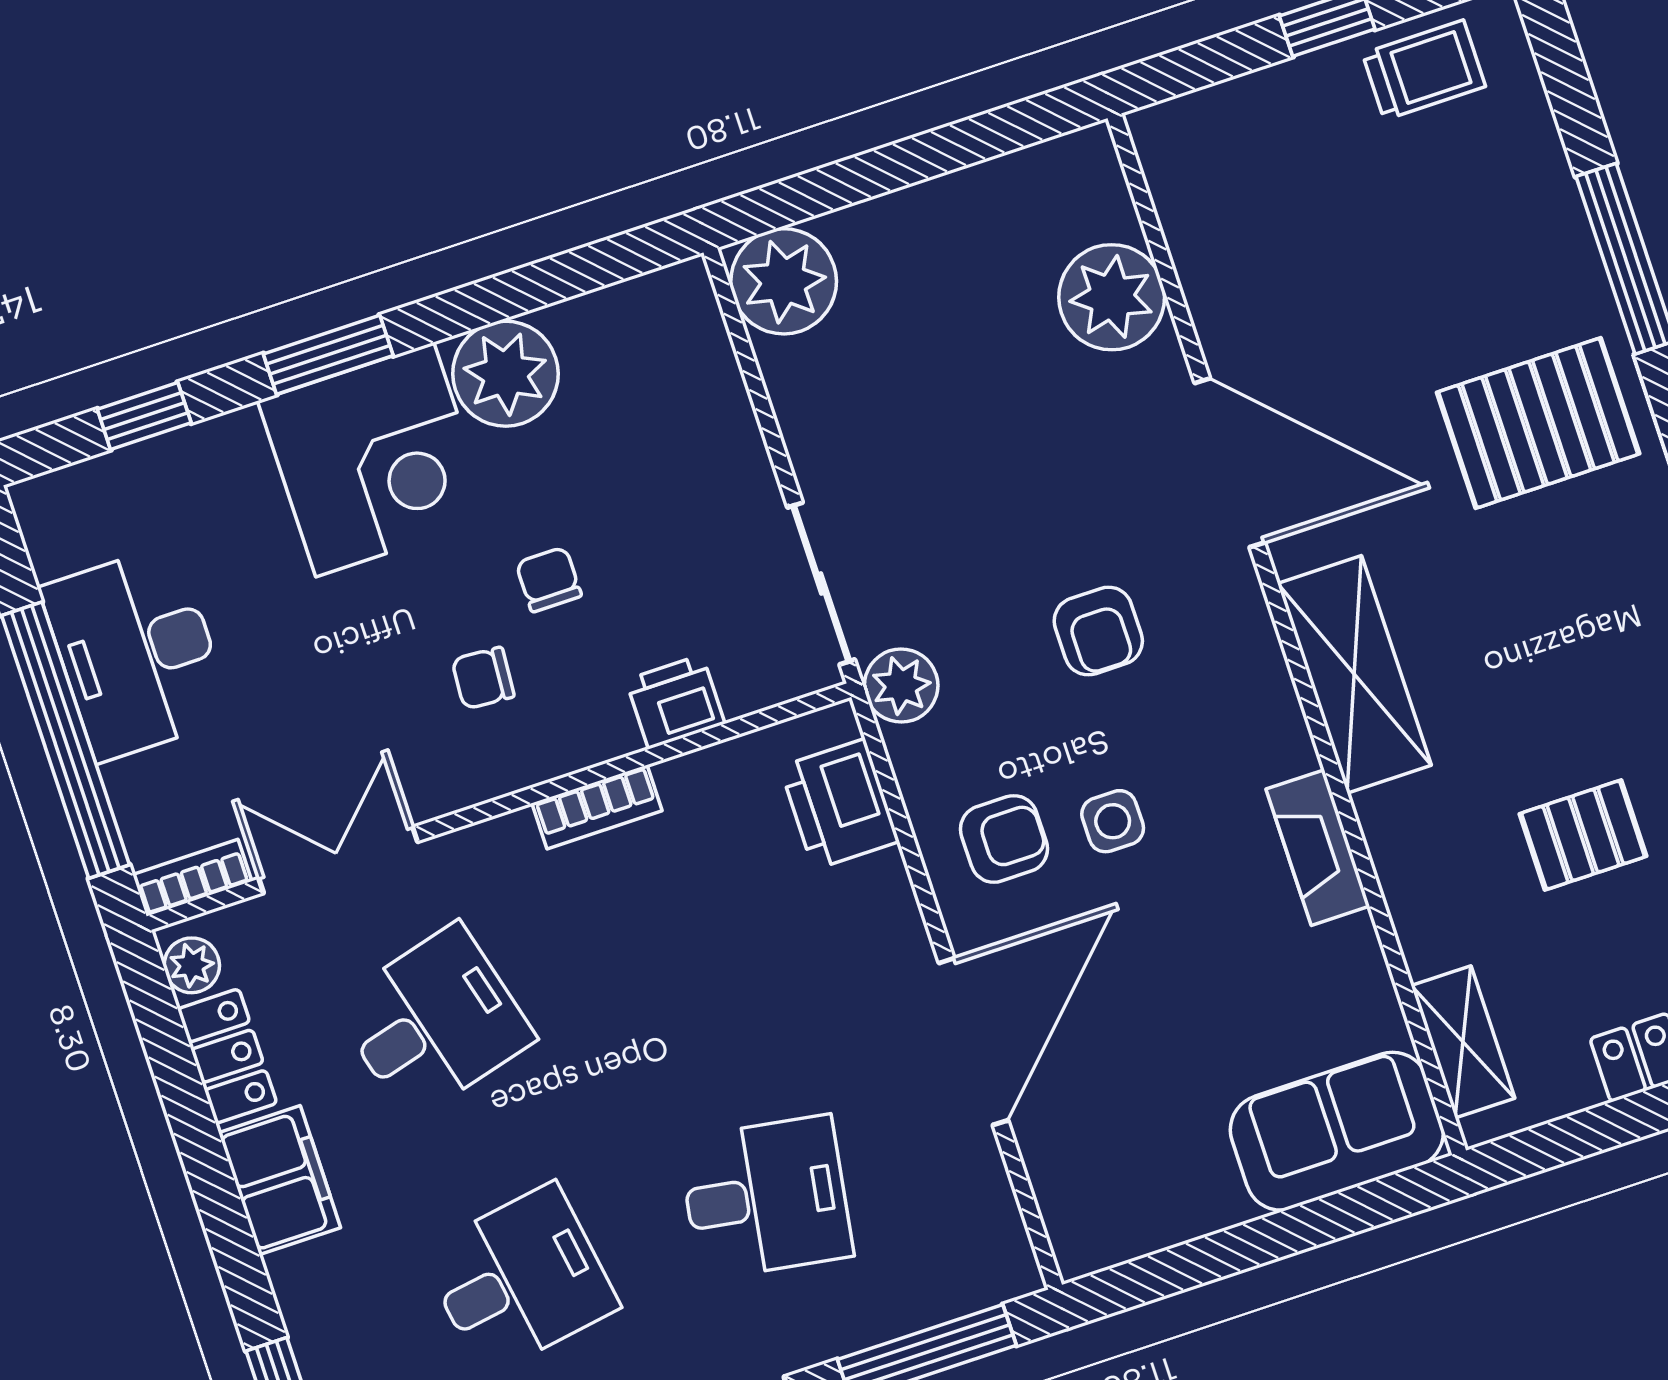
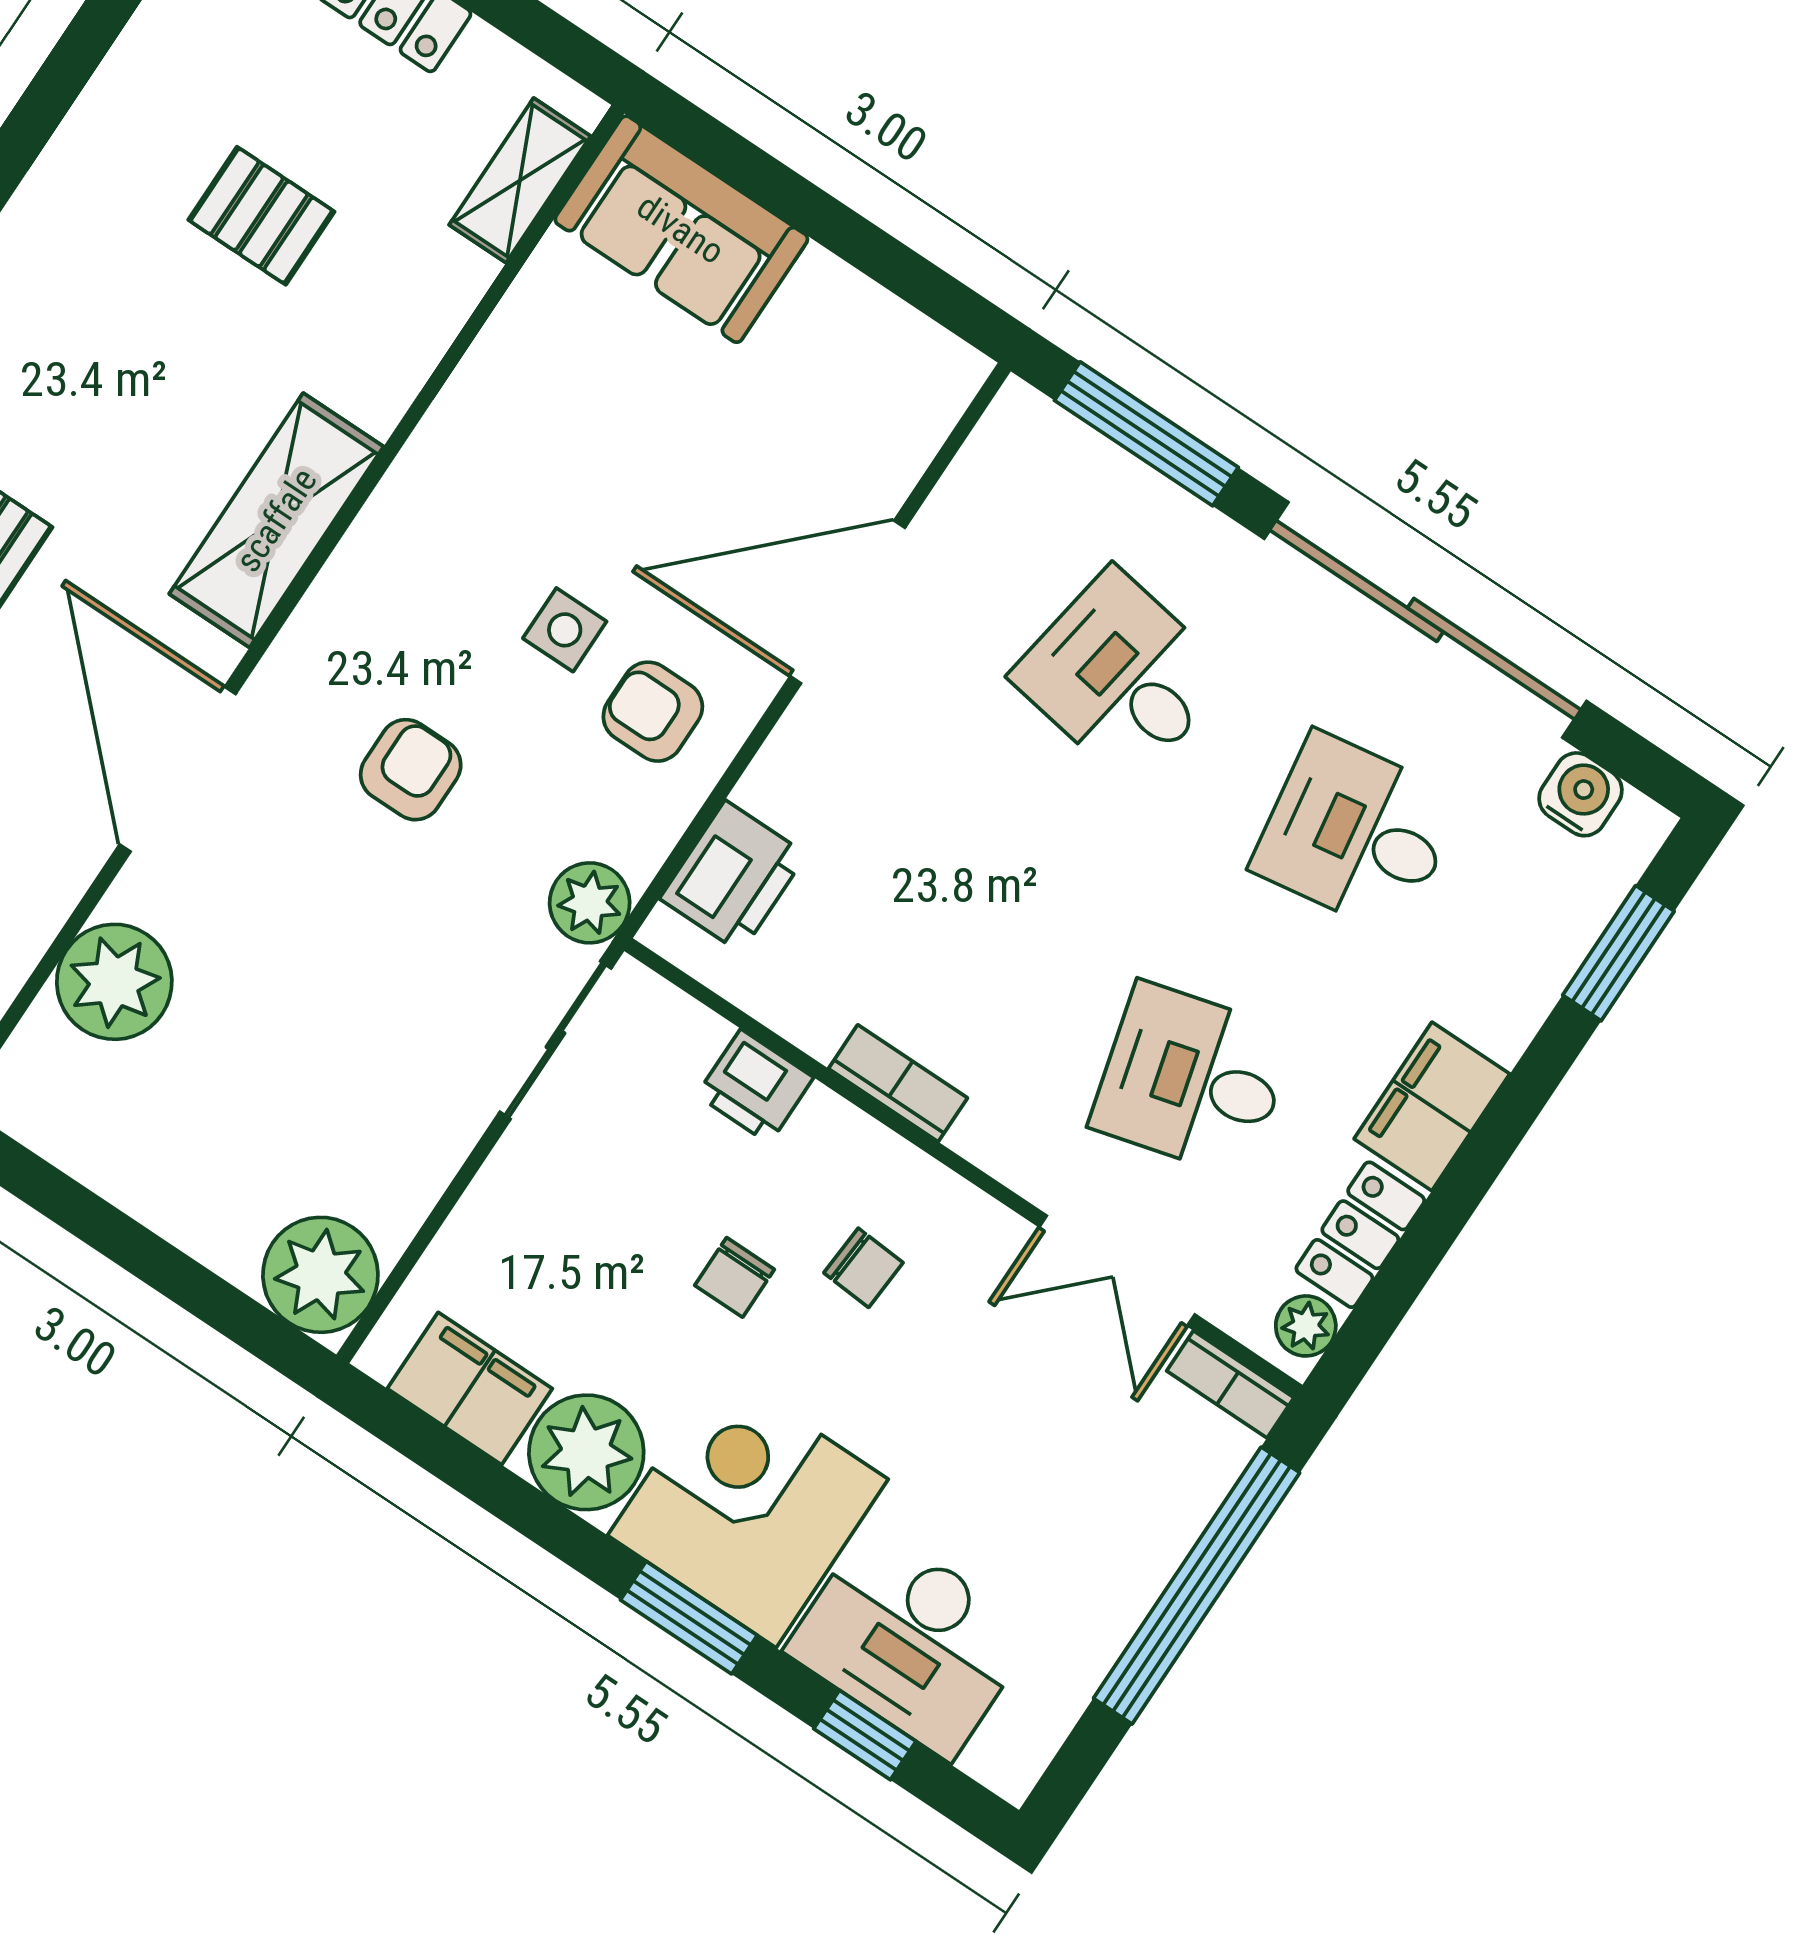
filing cabinet: (617, 325) -> (470, 1389), added
desk: (136, 653) -> (911, 1641), moved, turned 90
fireplace: (1318, 848) -> (450, 436), removed

